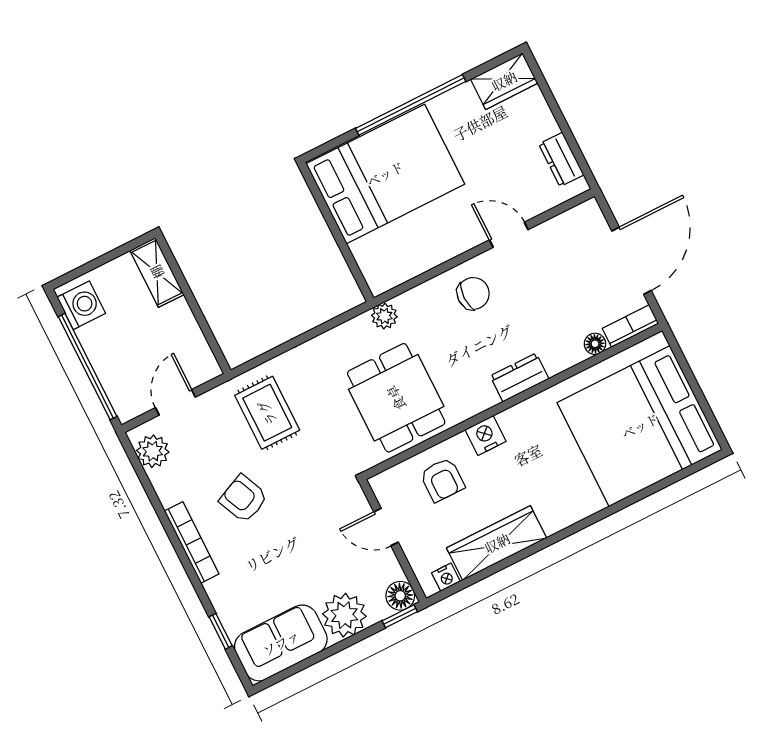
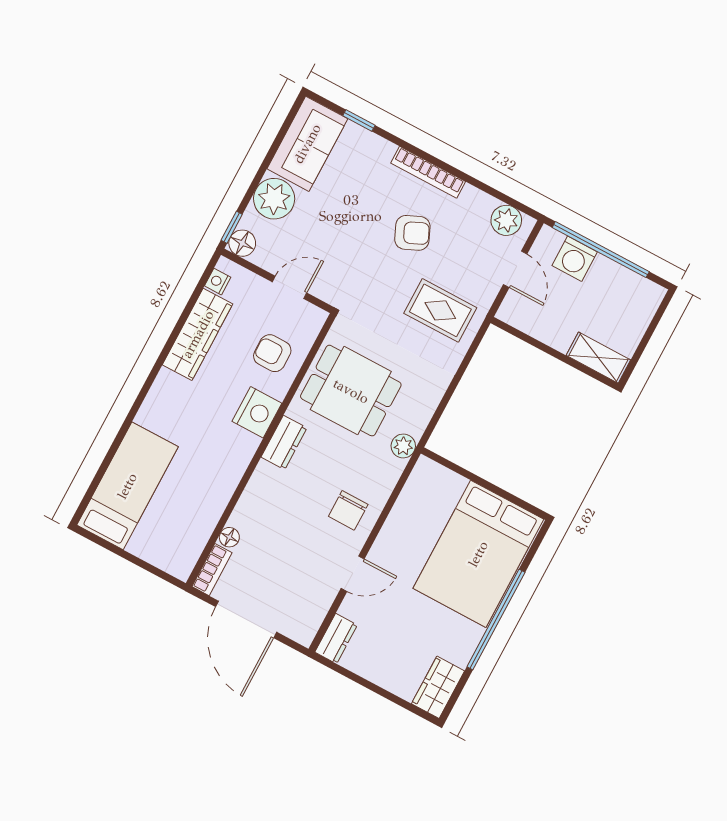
dresser: (561, 159) -> (336, 639), moved, turned 90
washing machine: (81, 305) -> (575, 259), moved
dresser: (520, 377) -> (284, 442), moved
bed: (640, 426) -> (127, 486), width x0.49
nightstand: (485, 436) -> (257, 412), width x1.36, depth x1.33

